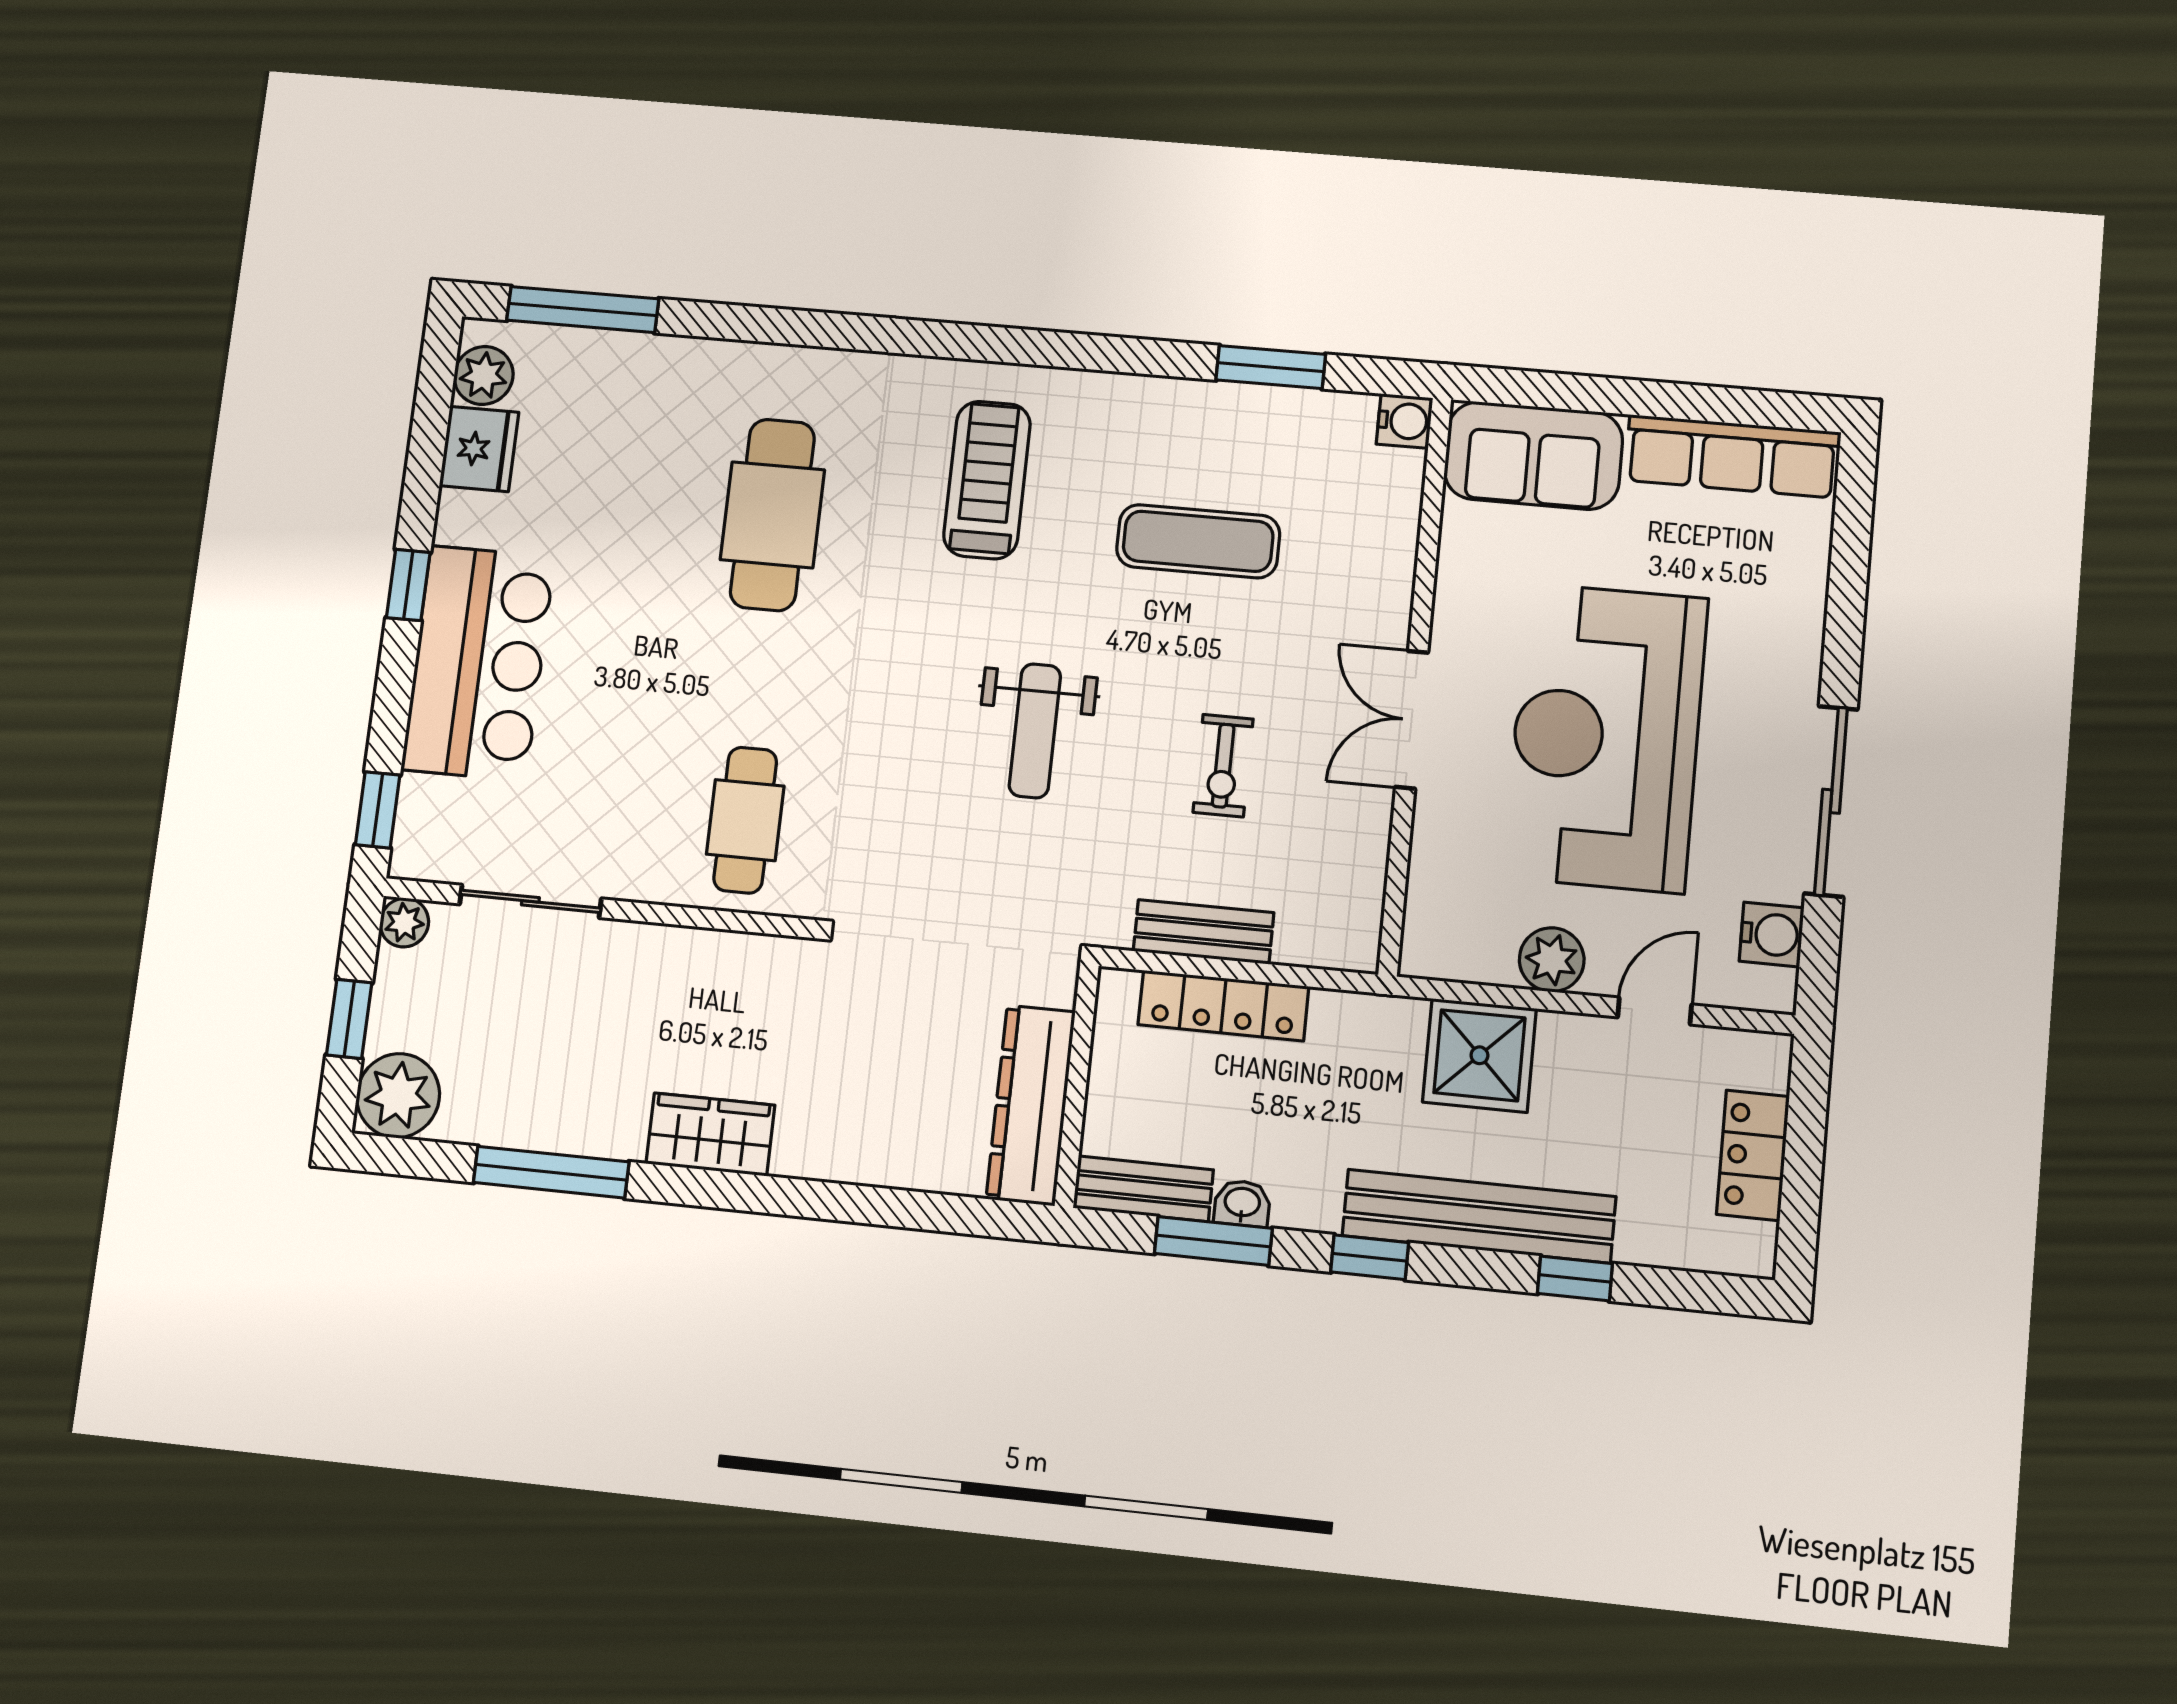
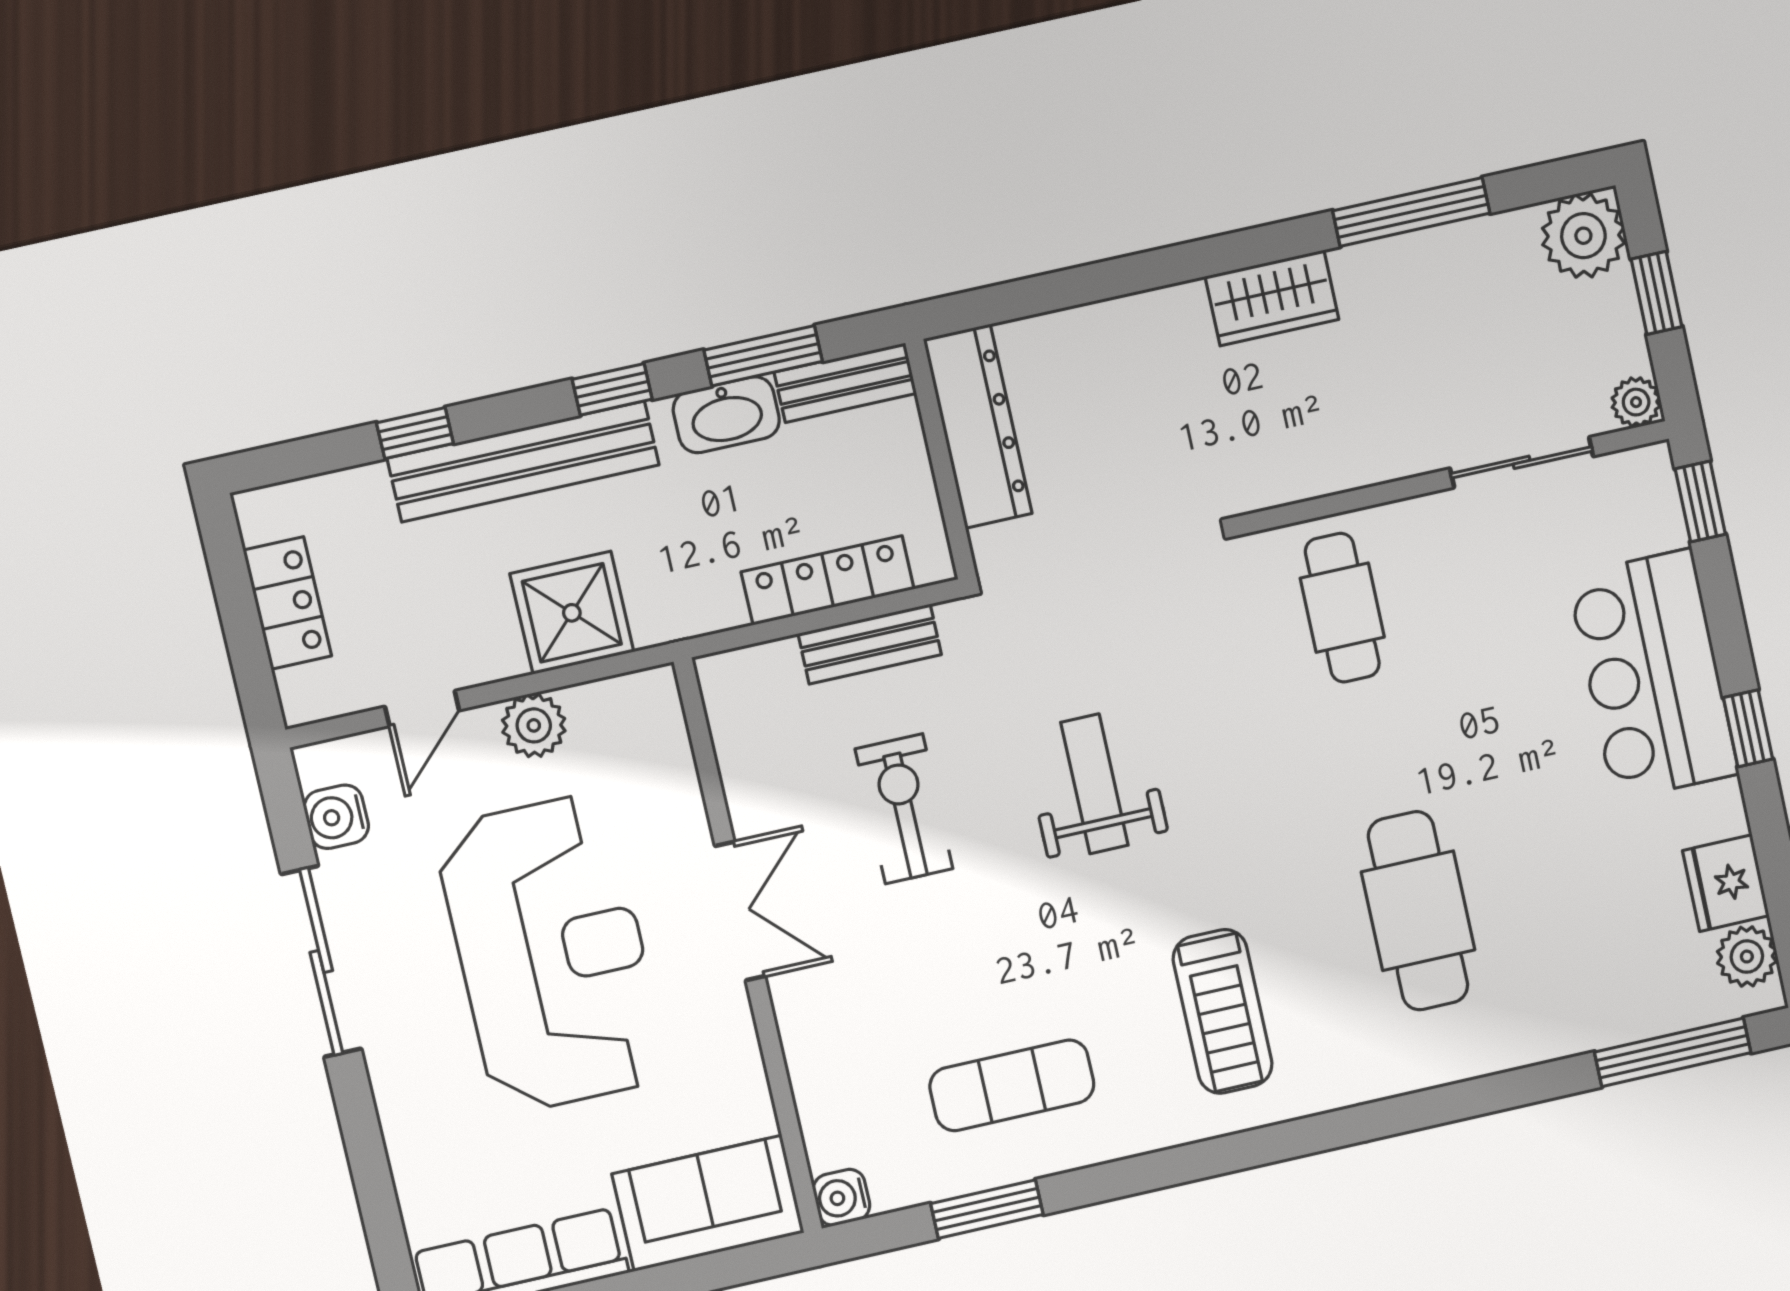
exercise mat: (1198, 541) -> (1012, 1085), moved
exercise bike: (1223, 766) -> (904, 809), width x1.38, depth x1.39
washbasin: (1242, 1203) -> (726, 415), width x1.91, depth x1.45

